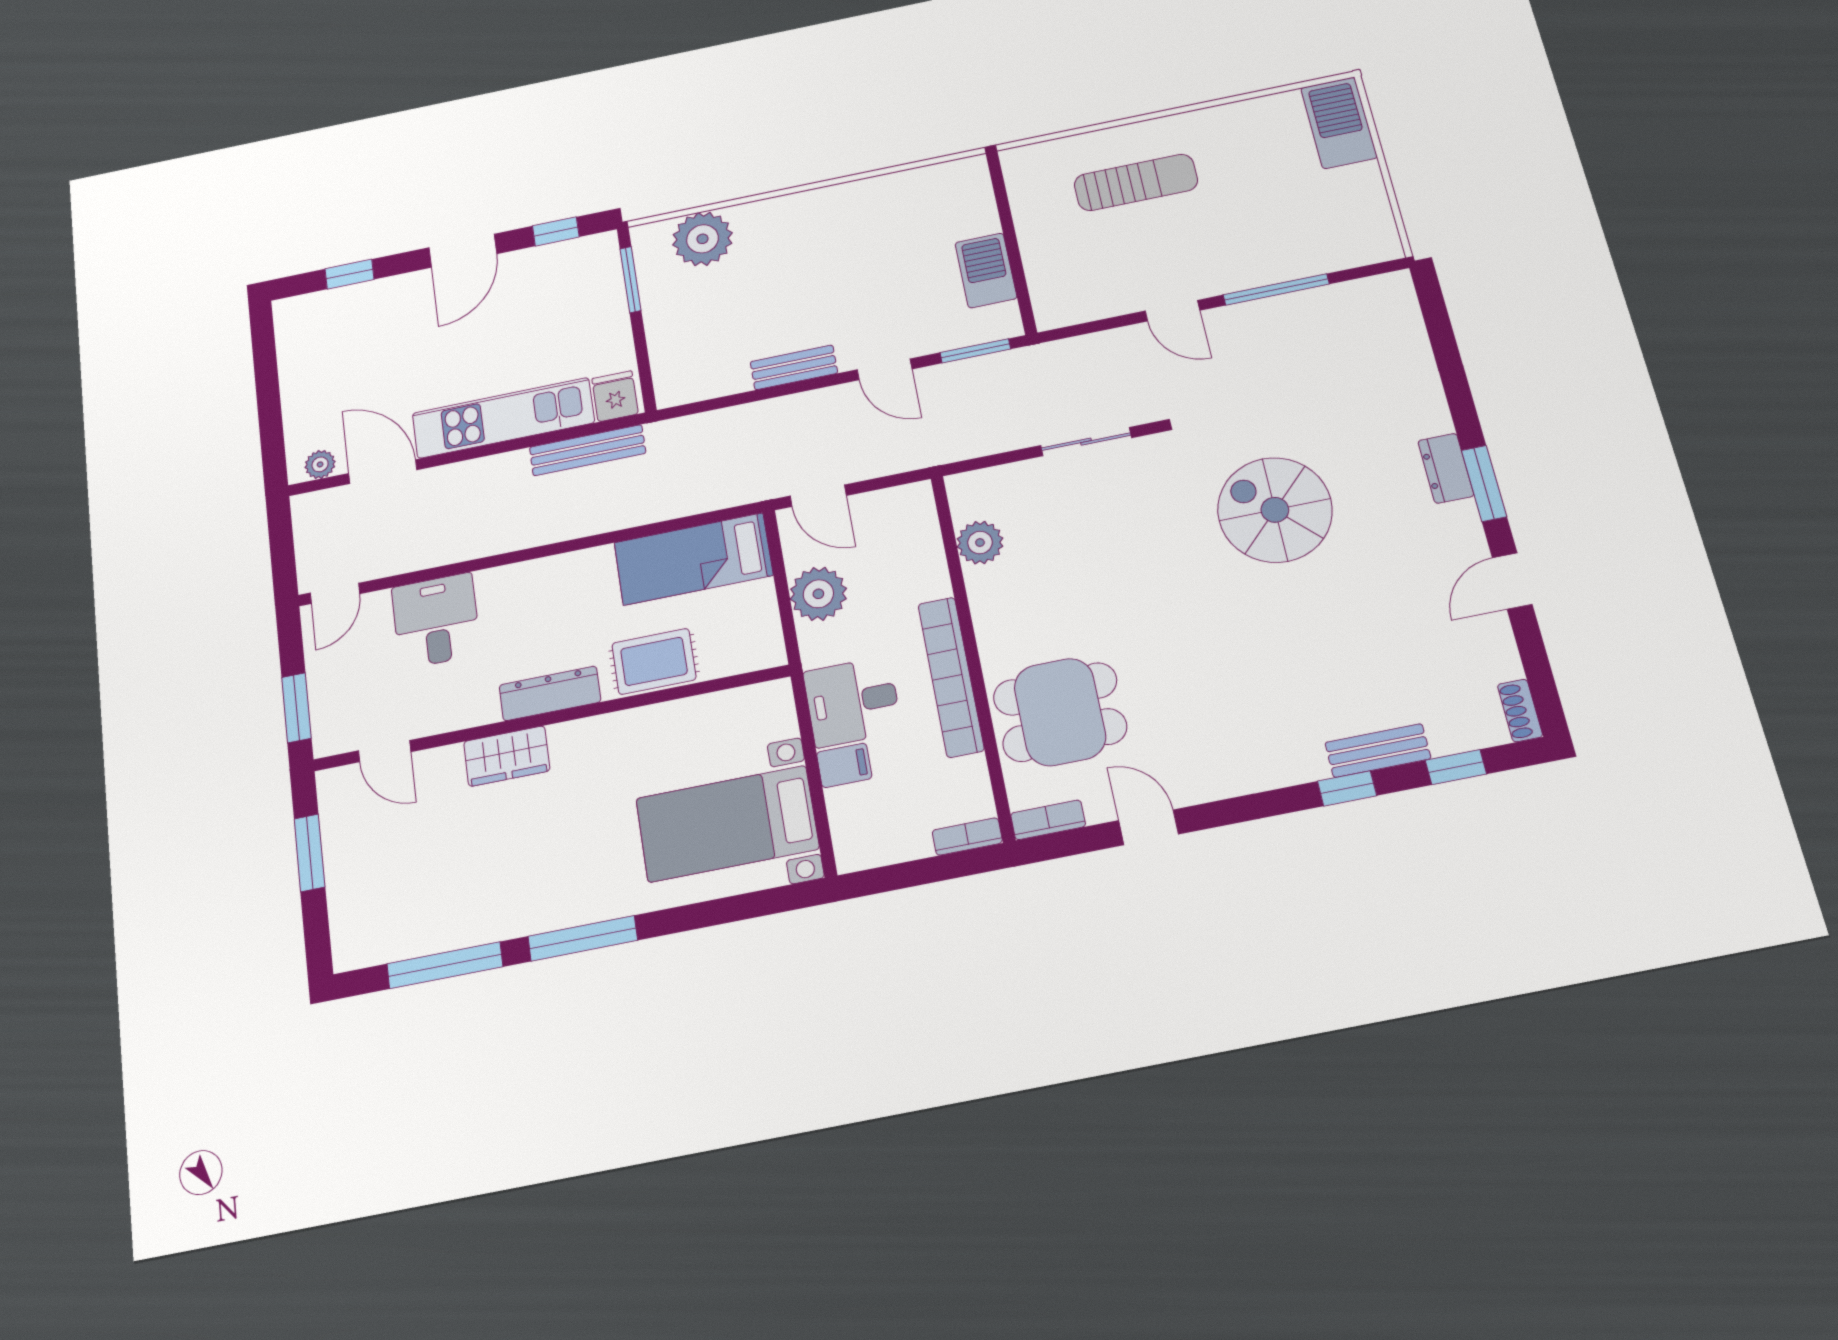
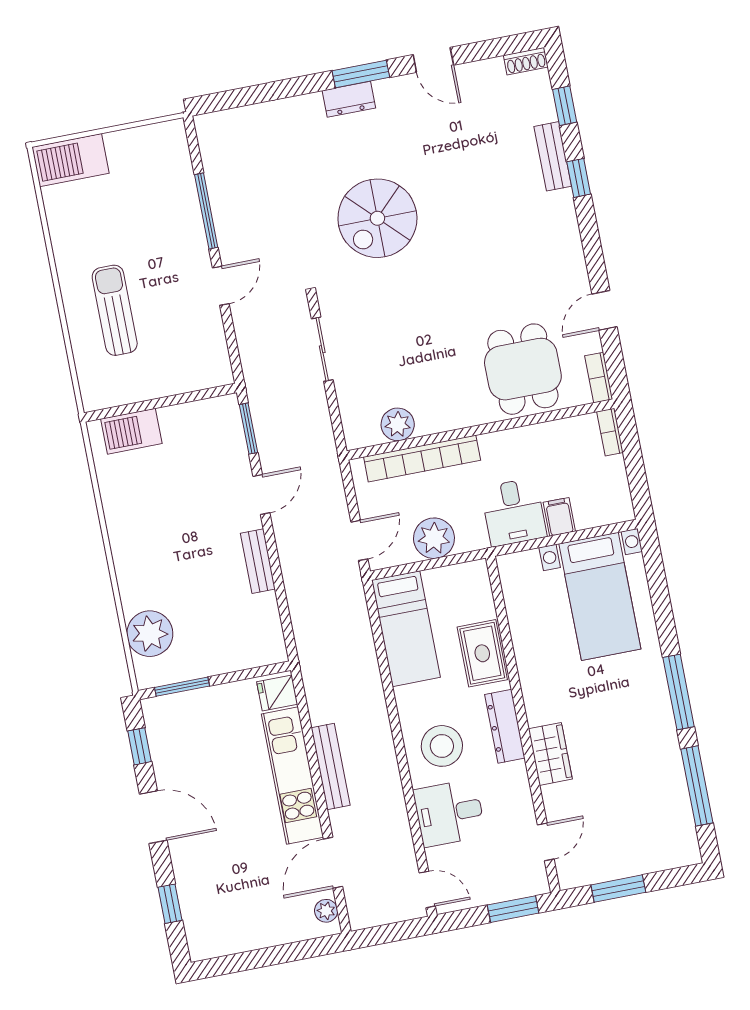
barbecue: (986, 270) -> (131, 431), moved
bench: (588, 450) -> (331, 767), moved
stool: (529, 609) -> (442, 746), added
bookcase: (951, 677) -> (422, 459), moved

